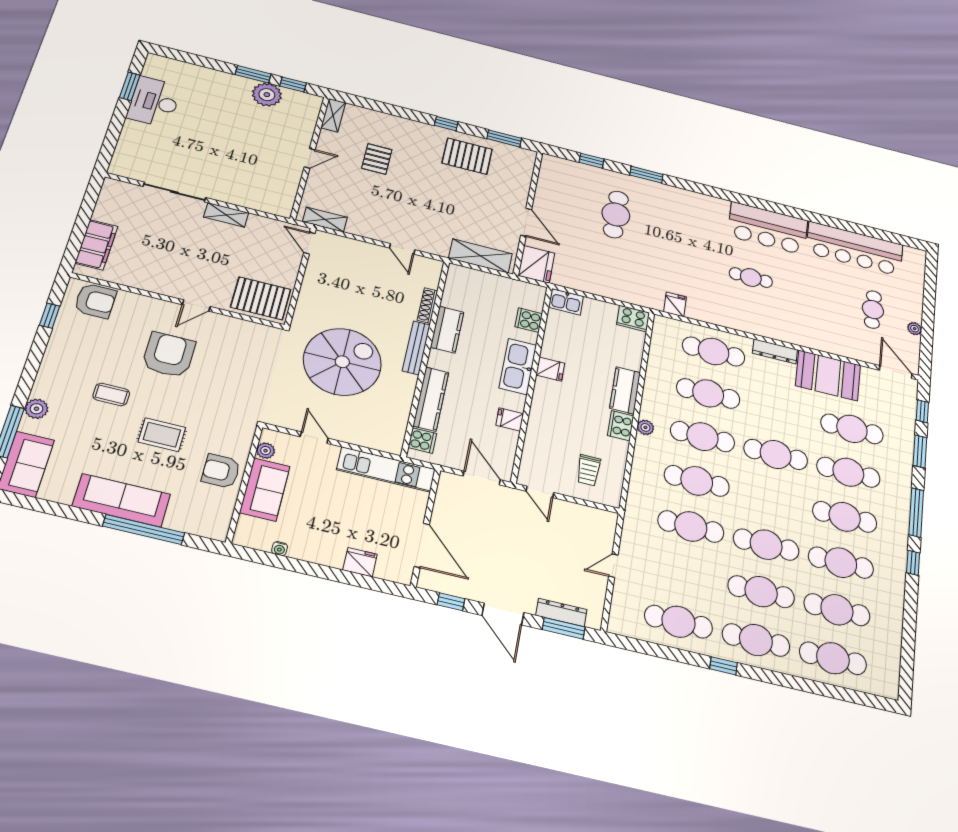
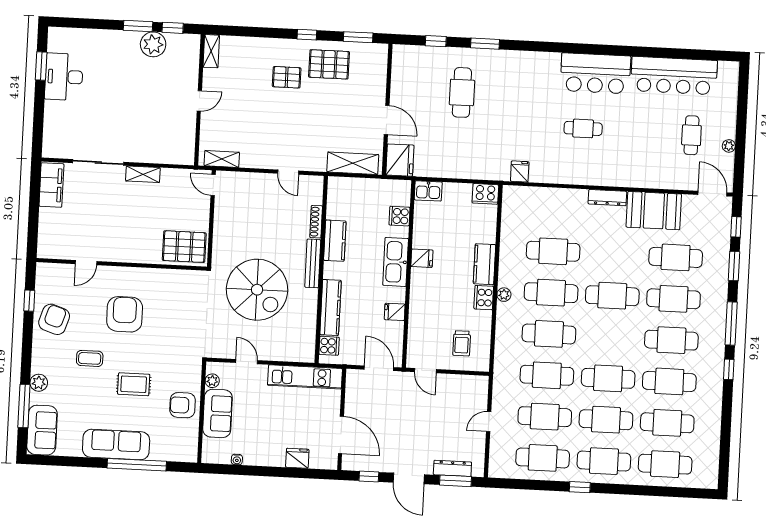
pallet: (377, 159) -> (287, 77), moved, turned 90
filing cabinet: (96, 245) -> (51, 185), moved
armchair: (95, 301) -> (54, 319), moved, turned -72
door: (196, 306) -> (86, 263), moved
cafe table: (714, 351) -> (545, 417), moved
spiral stairs: (342, 362) -> (257, 290), turned 90

